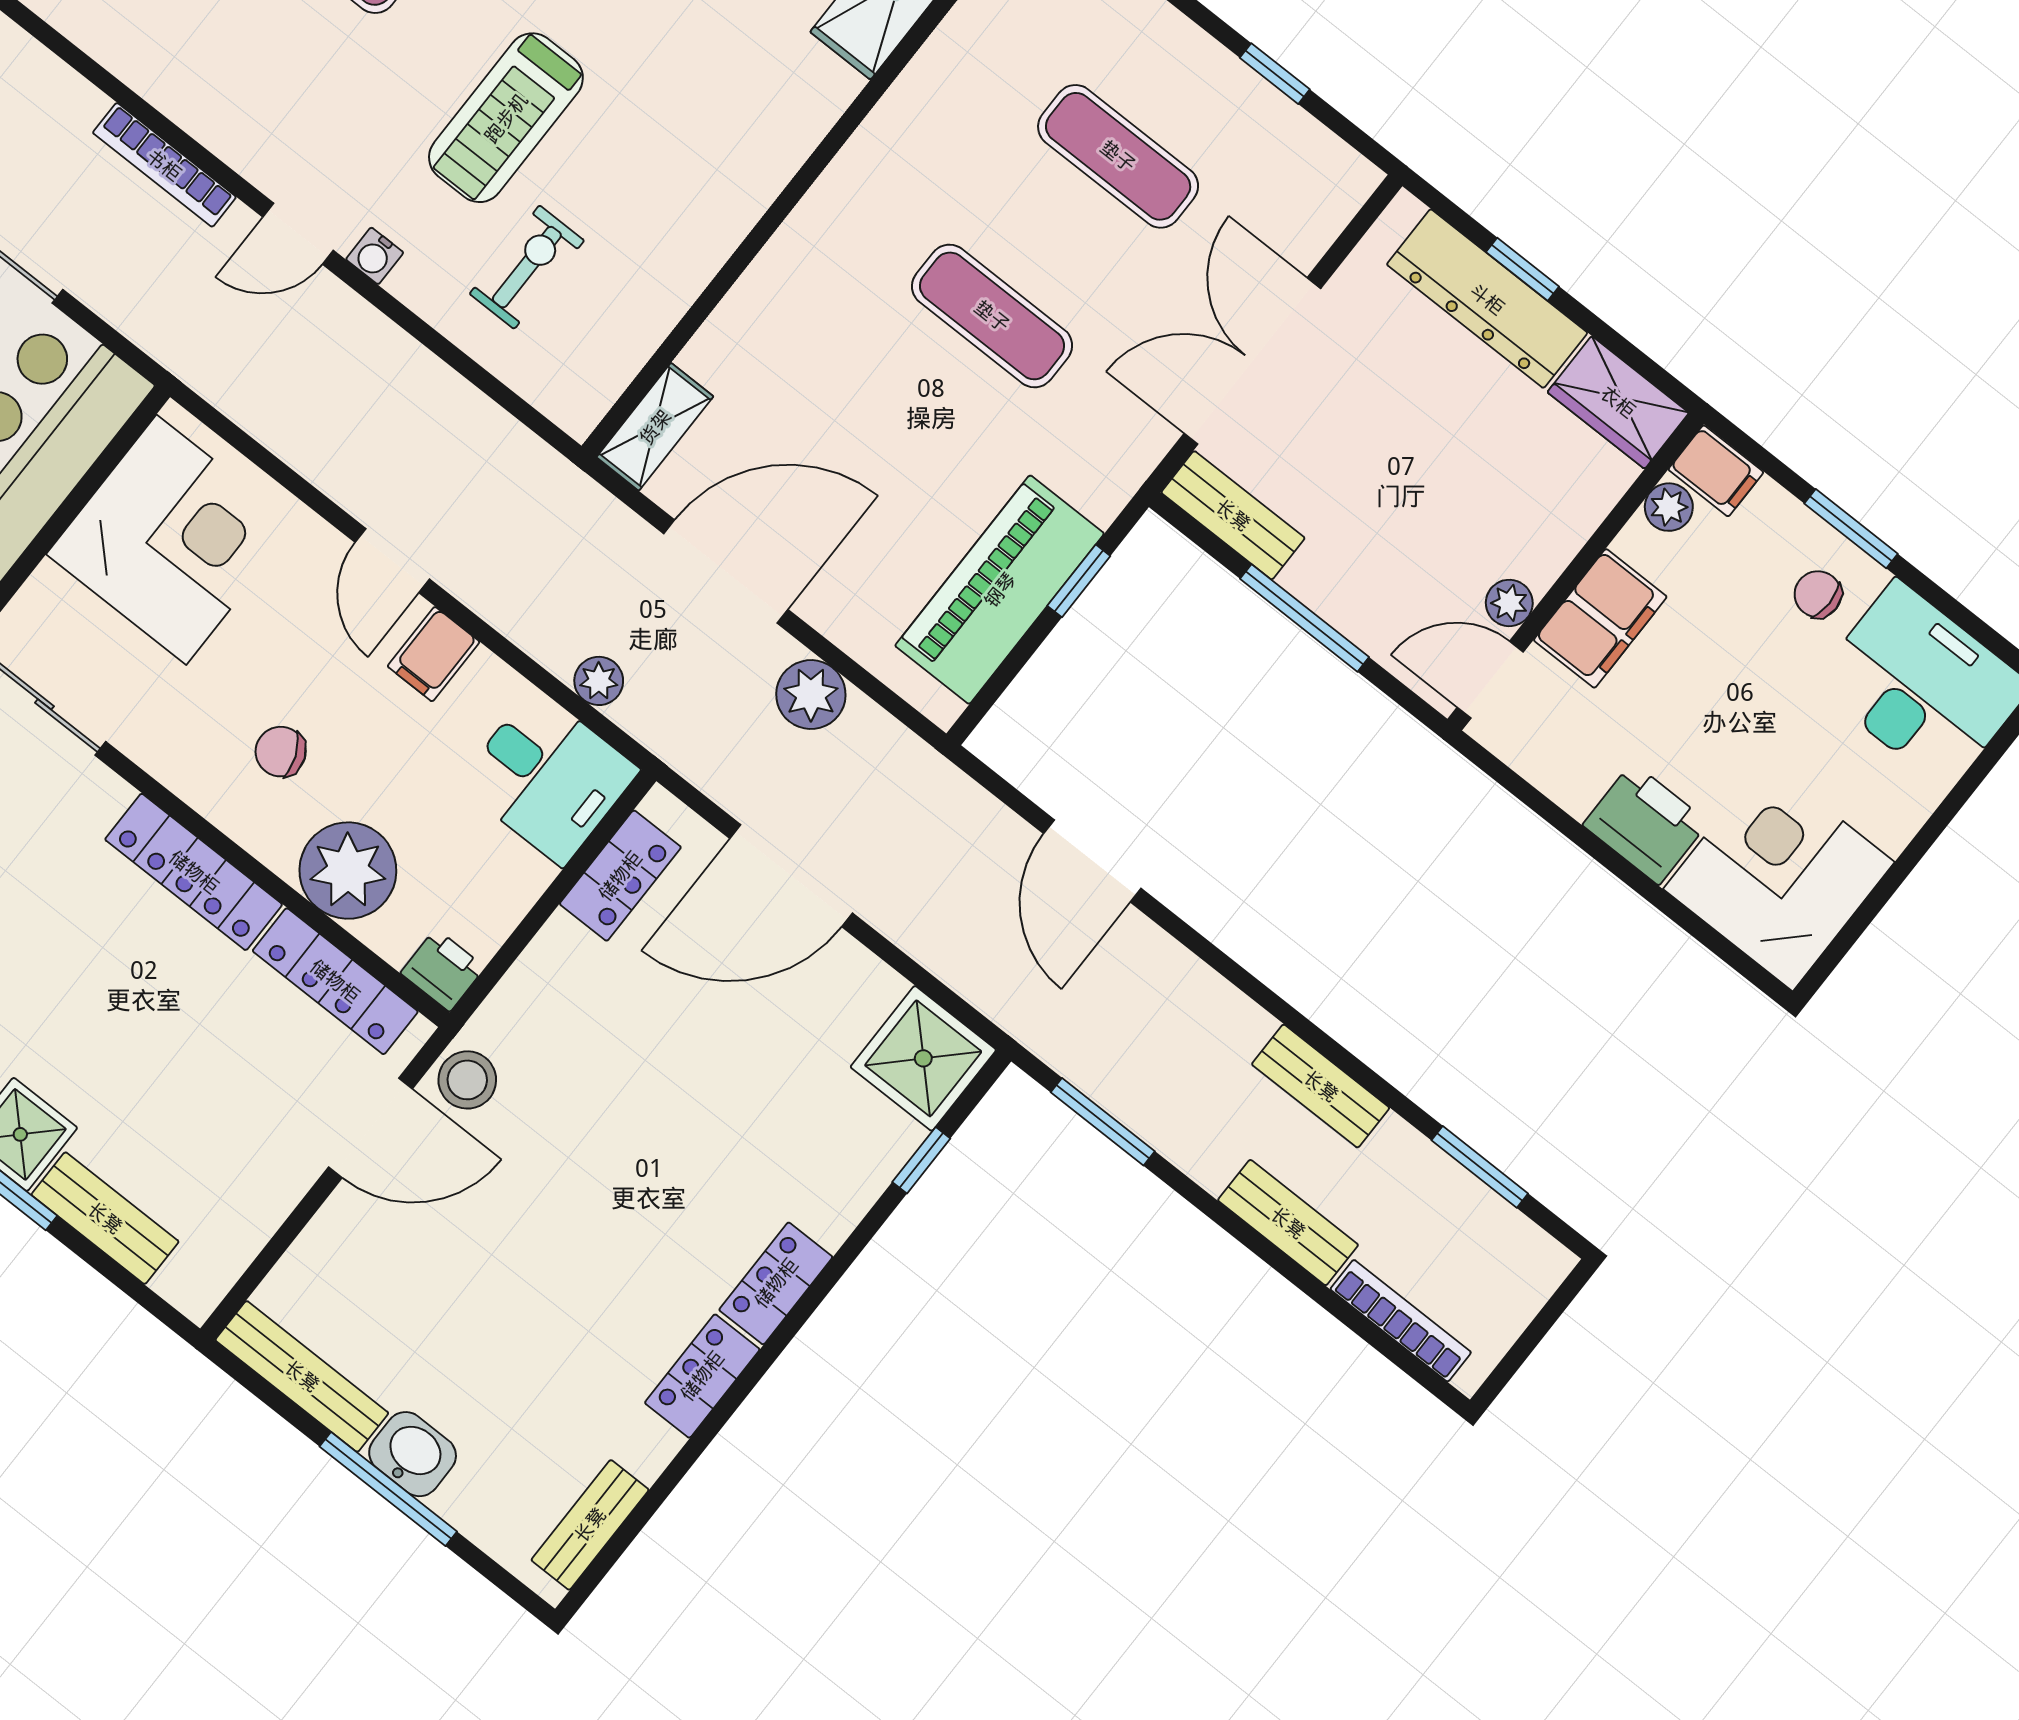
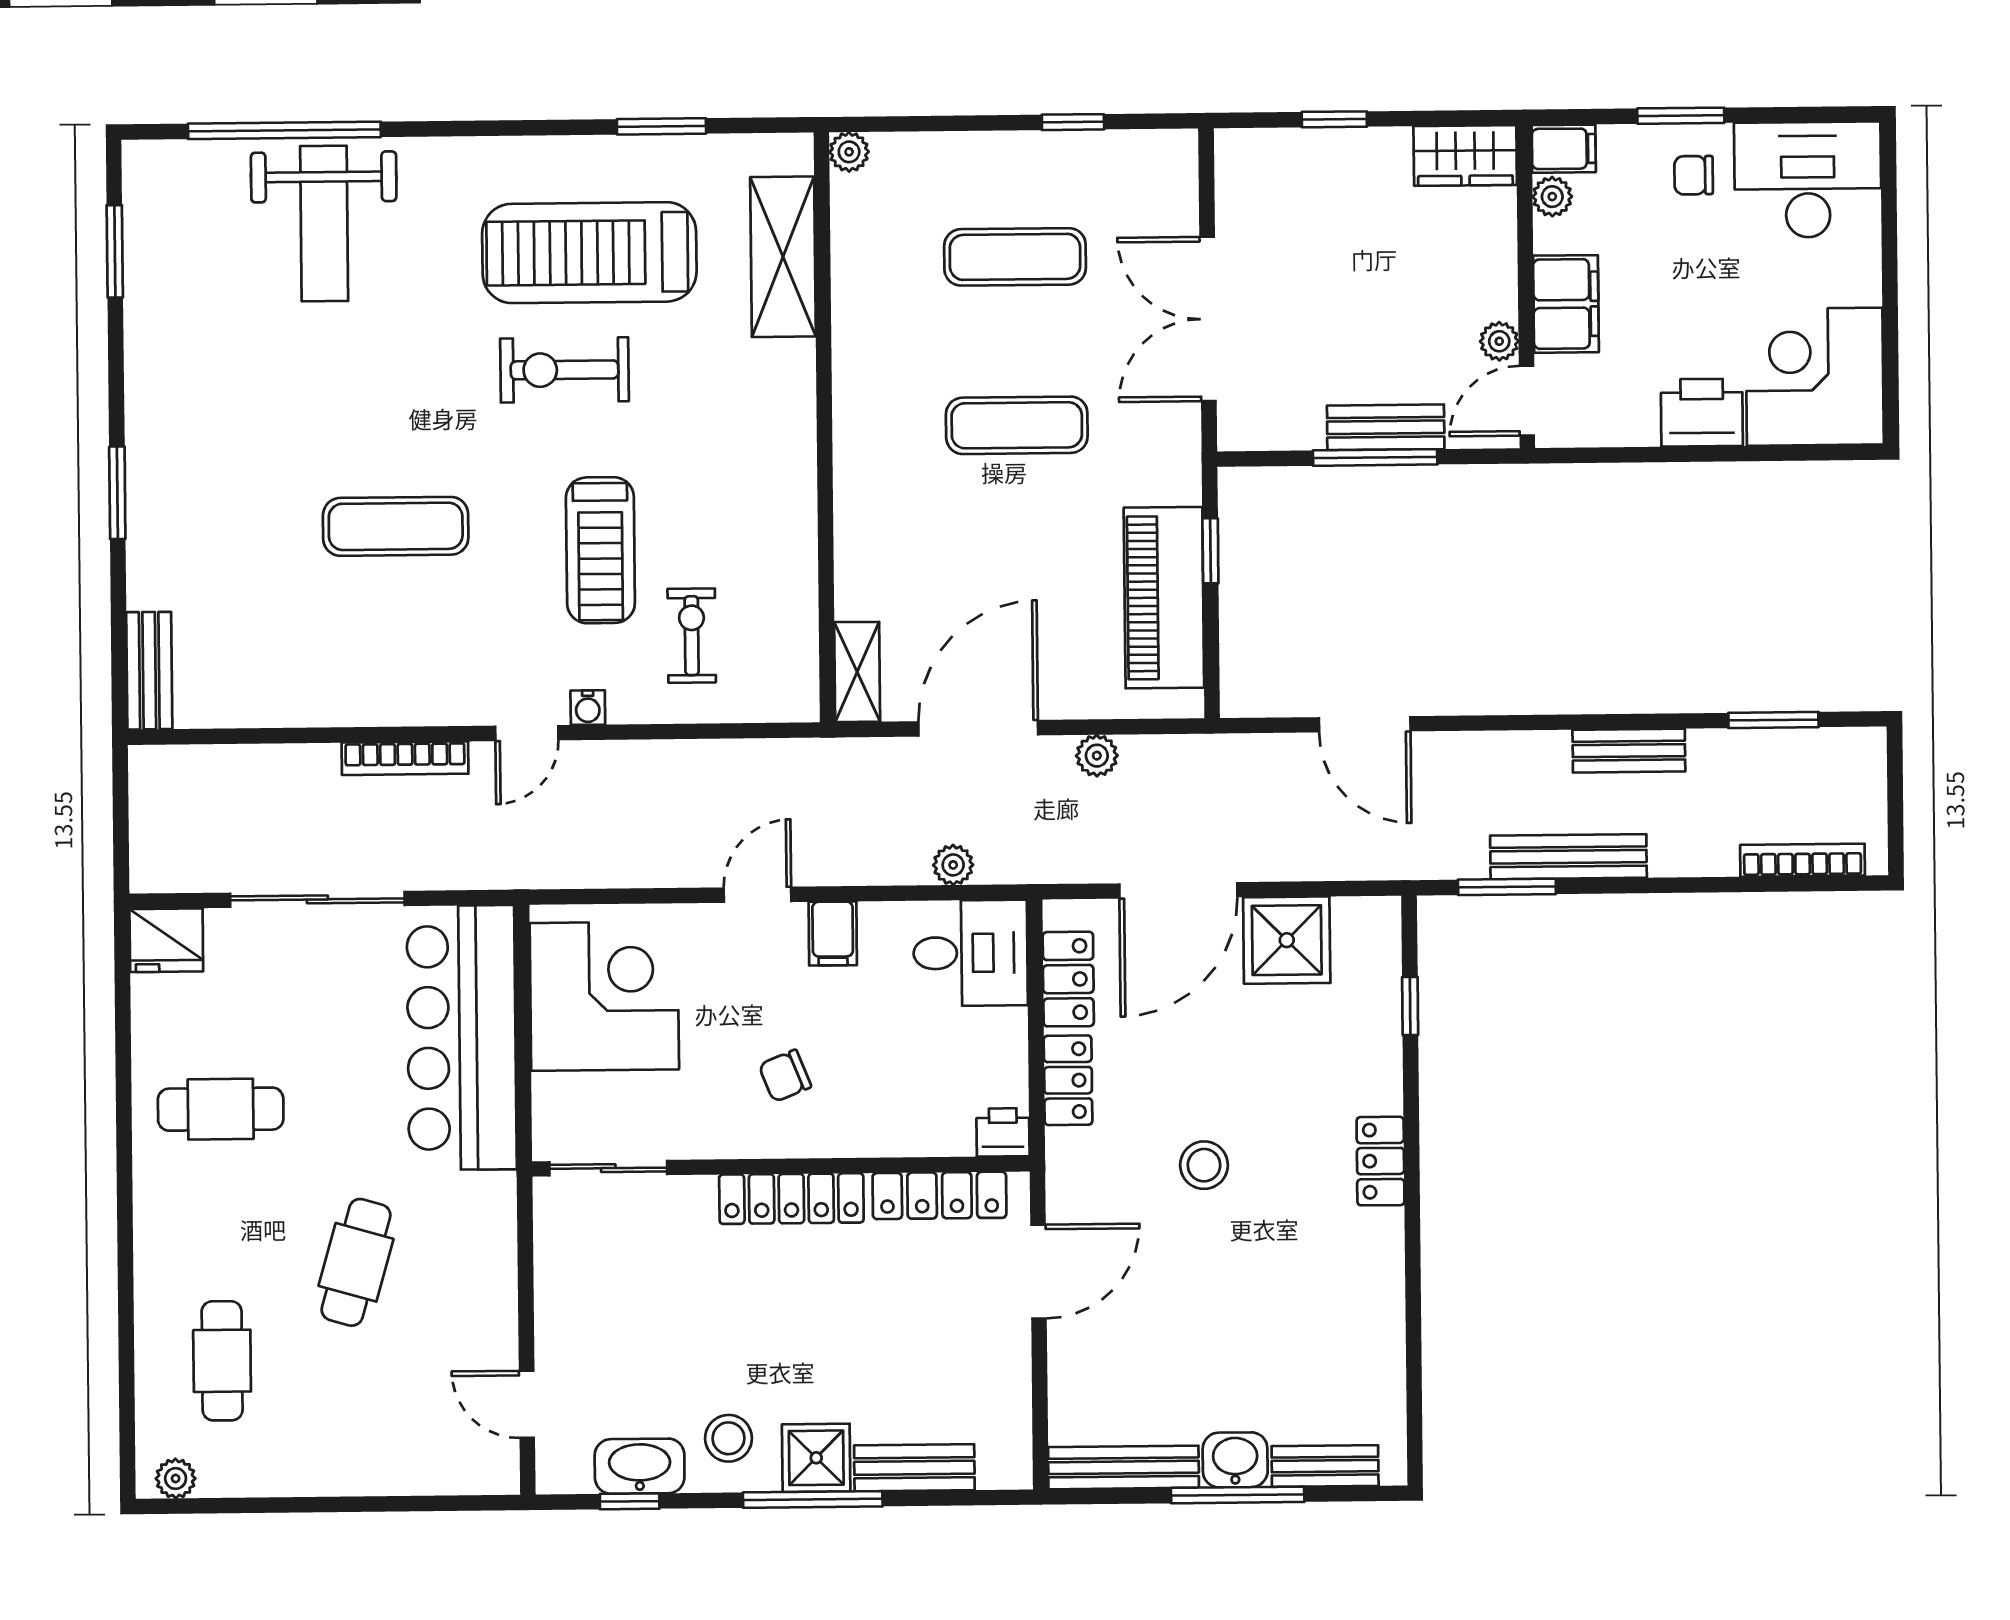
dresser: (1487, 299) -> (1327, 157), removed
bench: (1233, 515) -> (1386, 427), moved
door: (392, 561) -> (758, 895), swing flipped
plant: (811, 695) -> (1097, 756), width x0.73, depth x0.73
plant: (348, 871) -> (890, 1117), removed
shower: (923, 1058) -> (1287, 940), moved
stool: (467, 1080) -> (1204, 1165), moved
bench: (1288, 1223) -> (1568, 857), moved, width x1.36
locker: (702, 1376) -> (1068, 1080), moved, turned 180
bench: (590, 1525) -> (1325, 1466), moved, turned 90

